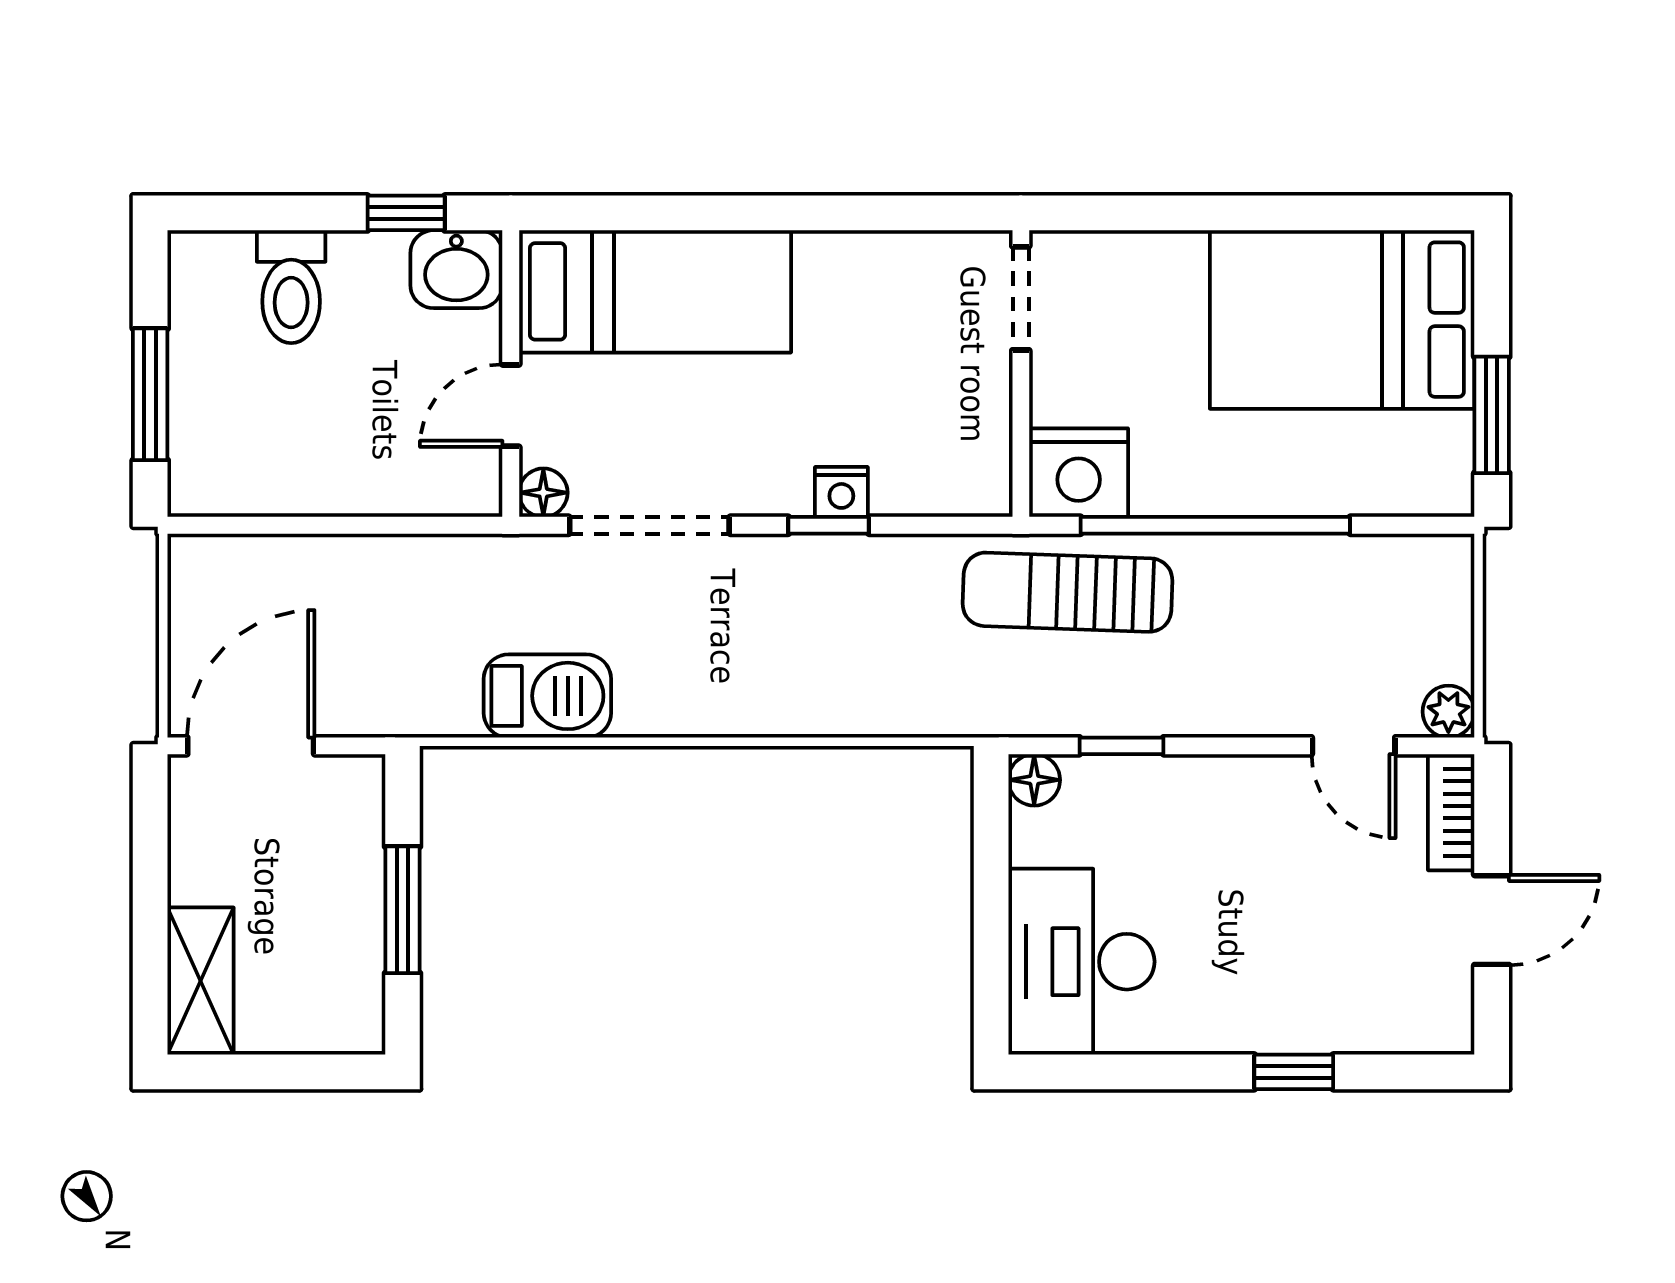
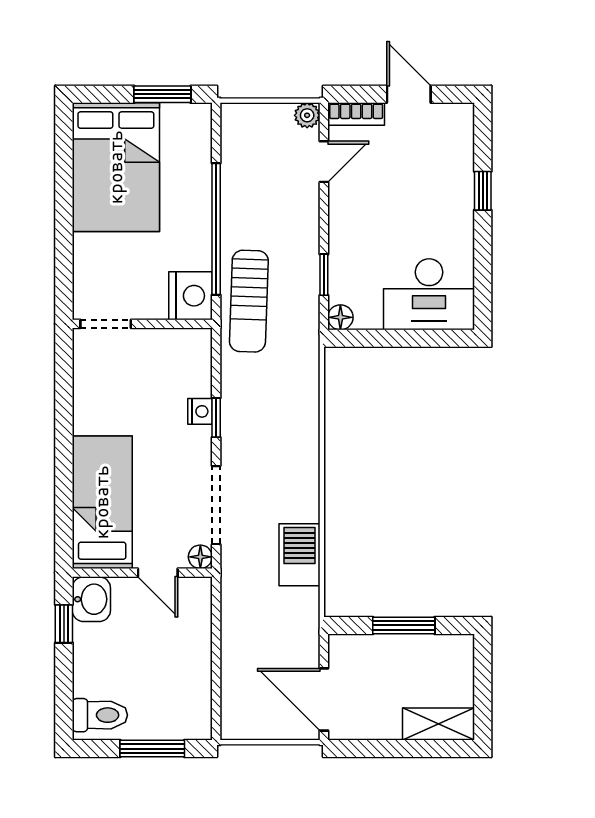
toilet: (291, 287) -> (100, 715), moved

